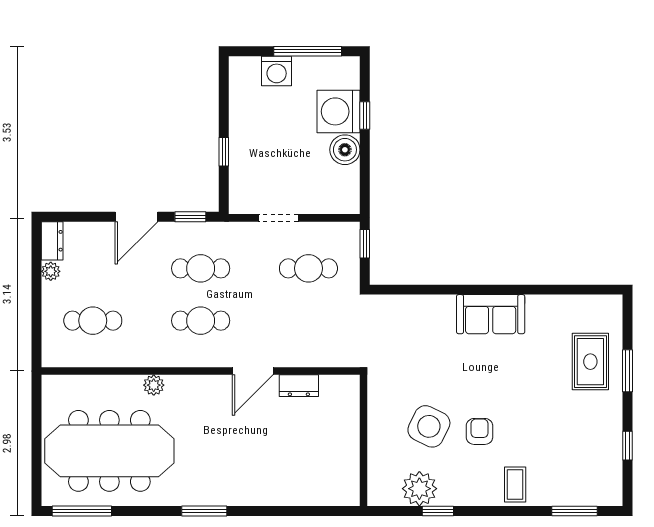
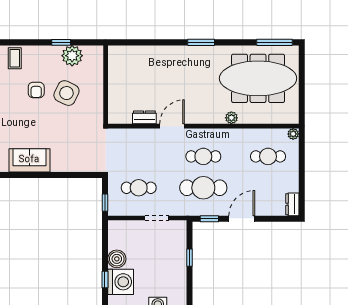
cafe table: (201, 268) -> (203, 188), width x1.37, depth x1.35
plant: (51, 271) -> (293, 134), moved

